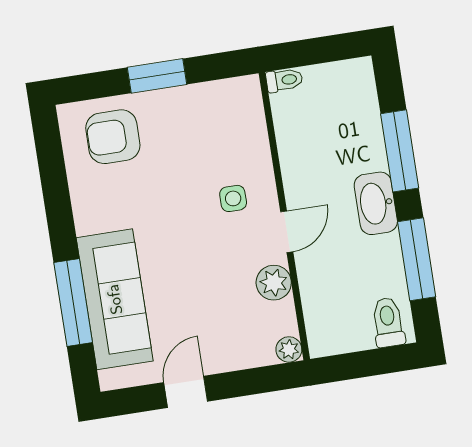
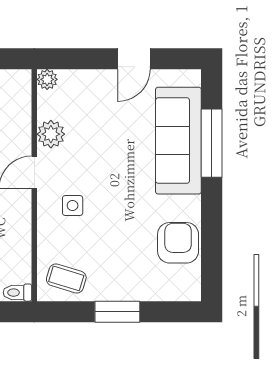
coffee table: (227, 107) -> (66, 278), added
armchair: (113, 137) -> (178, 243), moved, turned -90

